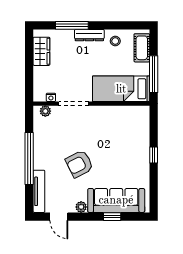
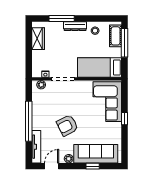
window: (154, 74) -> (125, 43), moved
corner sofa: (131, 133) -> (107, 102), added
door: (59, 217) -> (52, 166), swing flipped

